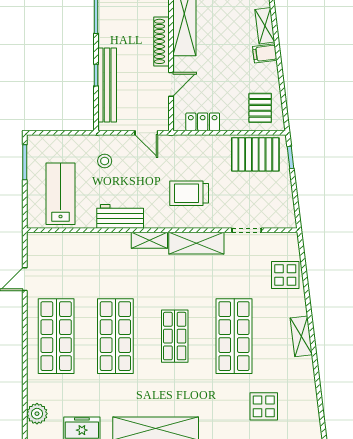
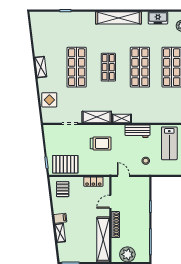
bench: (107, 85) -> (144, 201), removed
display table: (264, 406) -> (61, 30), removed

